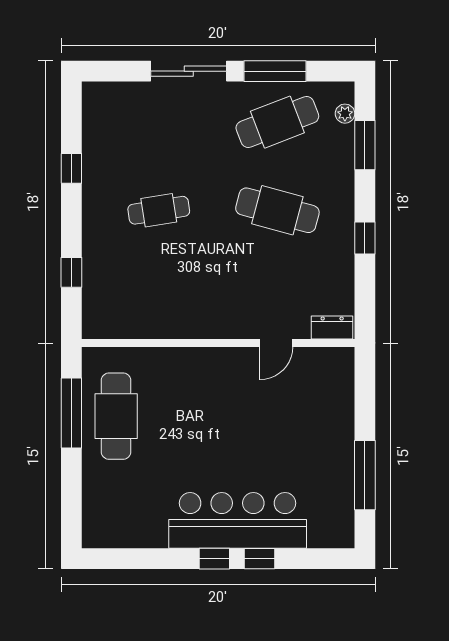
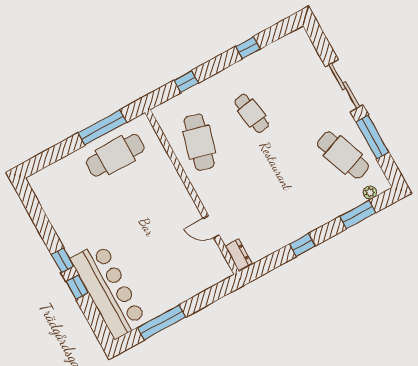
cafe table: (277, 210) -> (199, 142), moved
bar counter: (238, 520) -> (109, 290), moved

